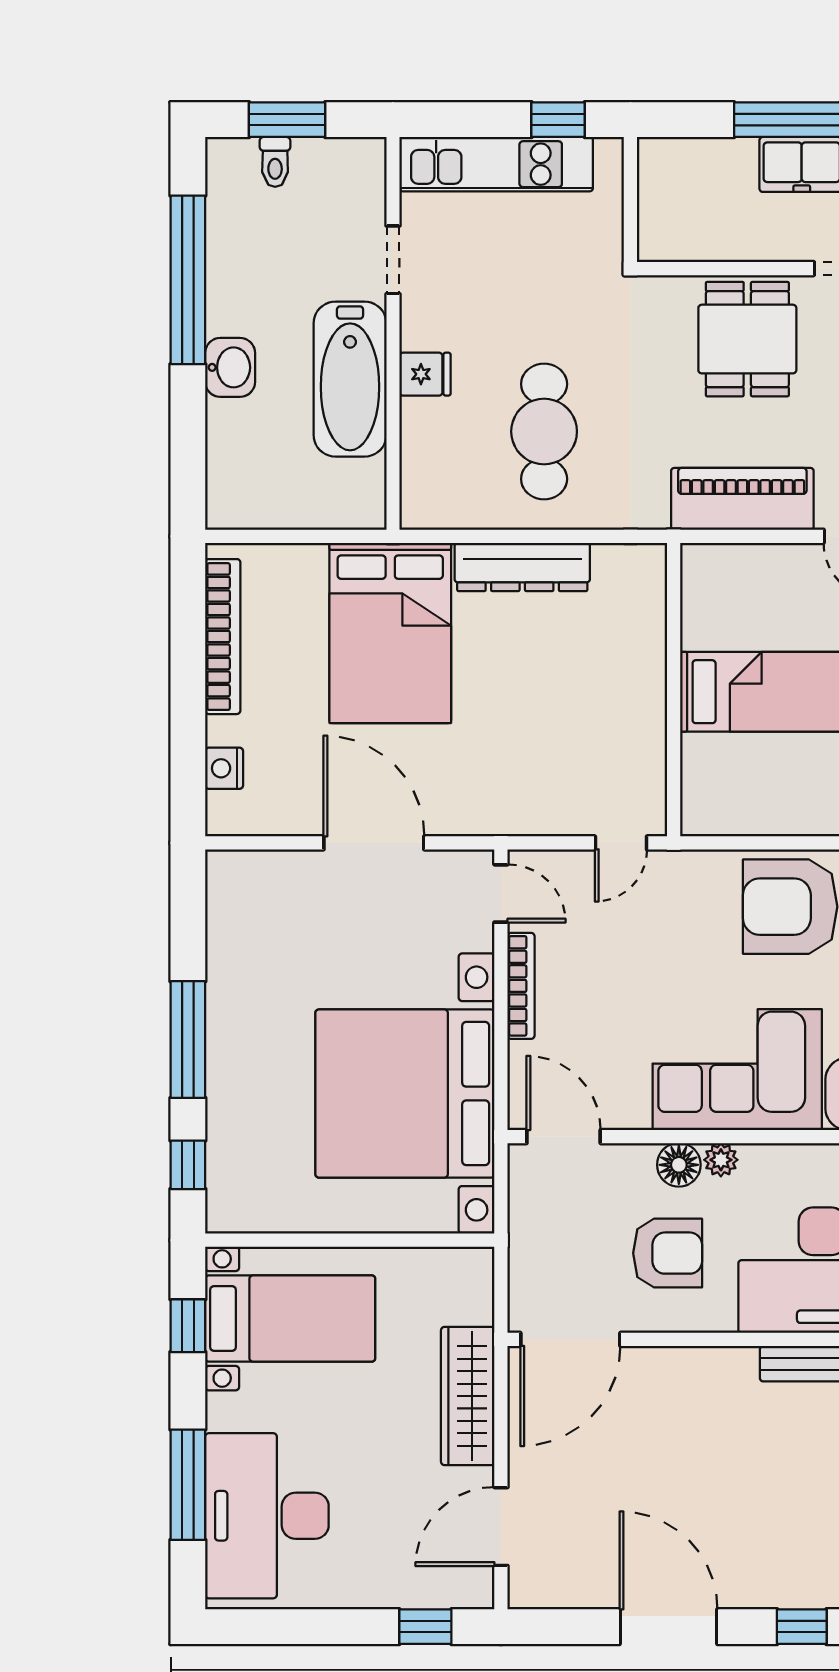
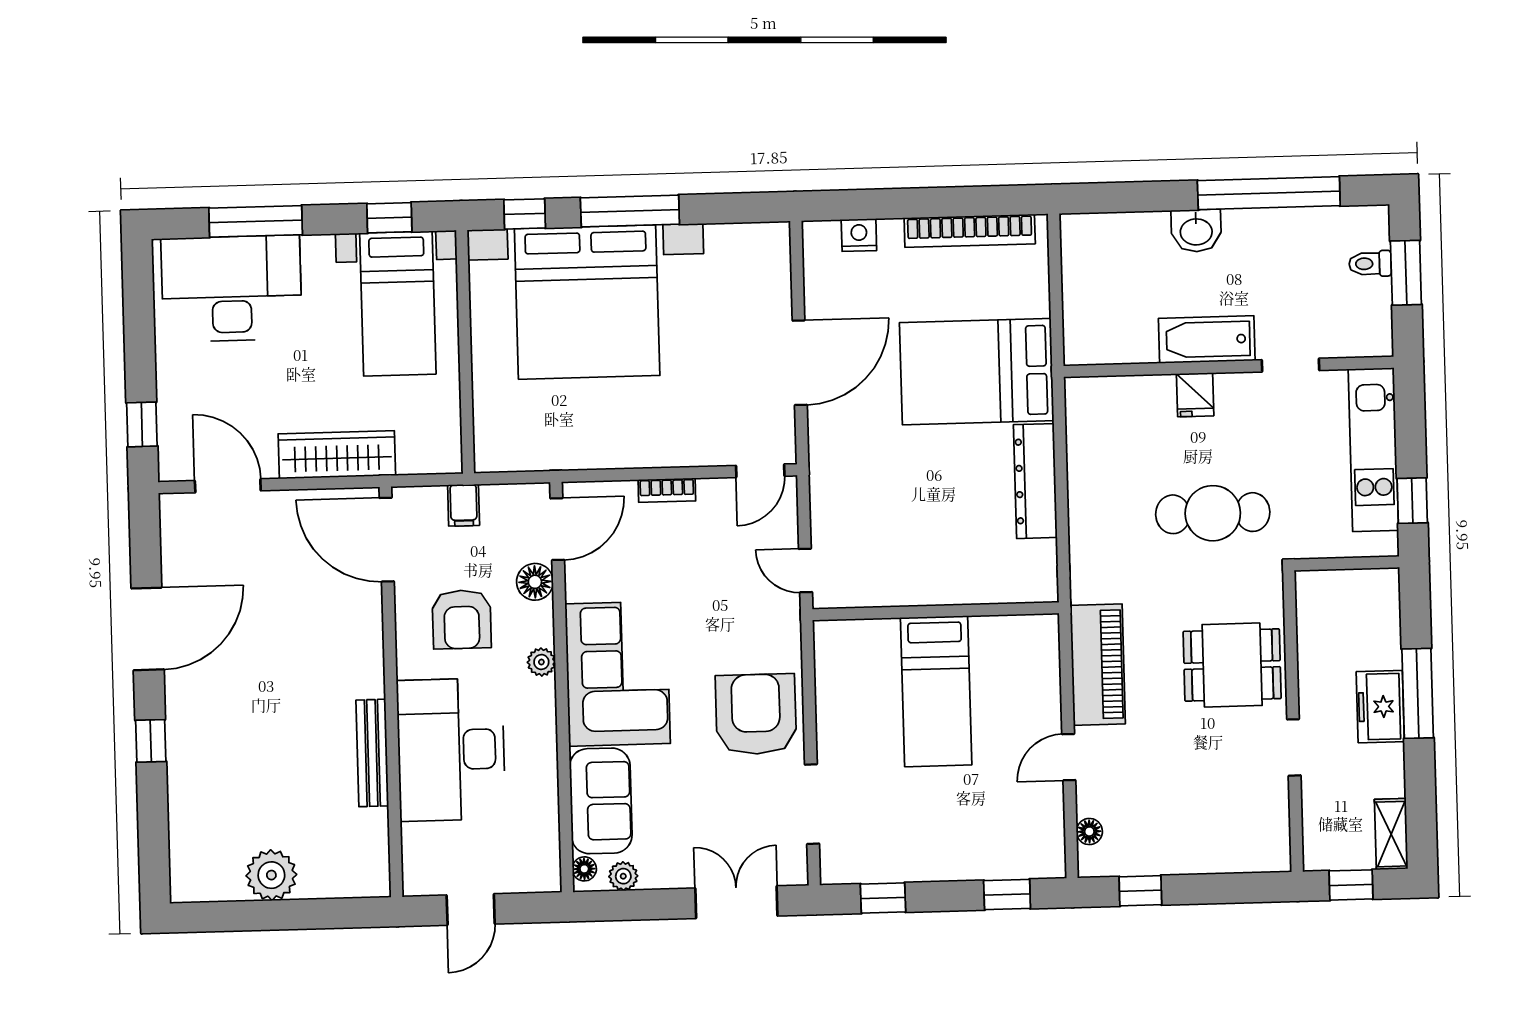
bathtub: (350, 379) -> (1207, 339), width x0.73, depth x0.73
cafe table: (544, 431) -> (1213, 513), moved
bookcase: (521, 986) -> (667, 490), width x0.64
bed with nightstands: (405, 1094) -> (587, 302), moved, turned 180
floor lamp: (679, 1165) -> (535, 582), moved
filing cabinet: (532, 1247) -> (464, 505), added

